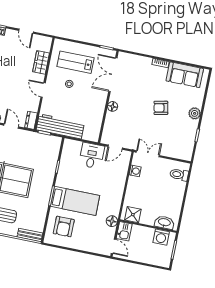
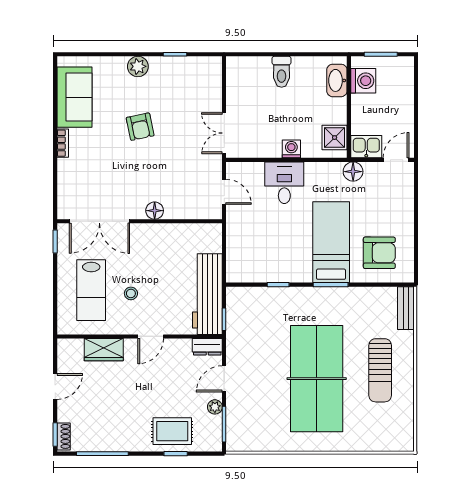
desk: (92, 156) -> (284, 183), moved, turned 90
washing machine: (135, 171) -> (291, 149), moved
toilet: (179, 175) -> (282, 72), moved

